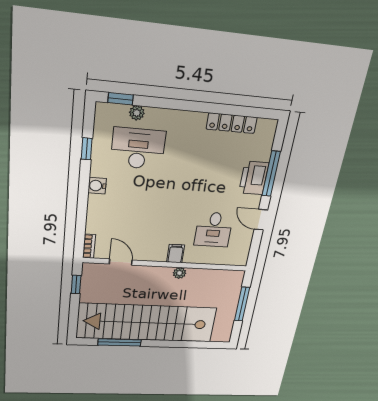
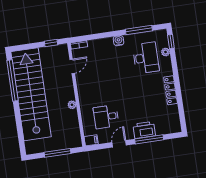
locker: (232, 123) -> (171, 90), moved
window: (87, 149) -> (139, 30), width x2.17
filing cabinet: (176, 254) -> (91, 140), moved
window: (120, 342) -> (12, 81), width x1.46

